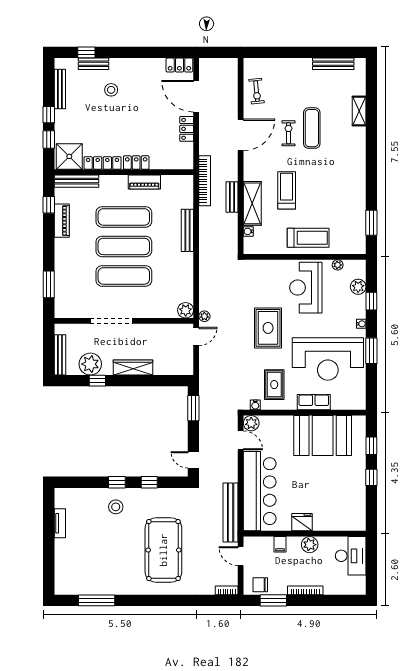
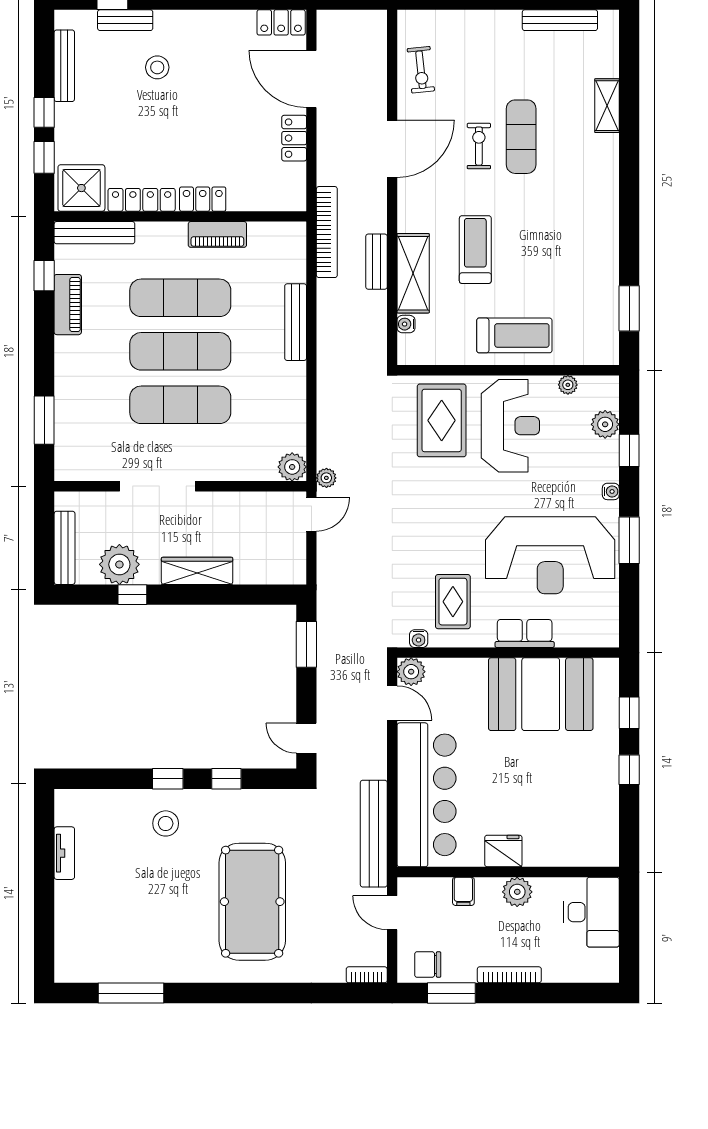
reception desk: (306, 288) -> (510, 426), turned 180
rug: (268, 328) -> (442, 420), moved

